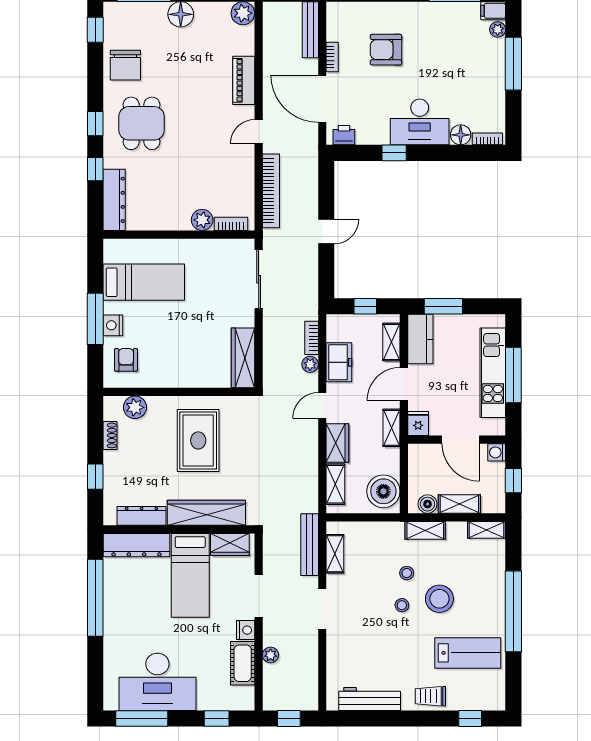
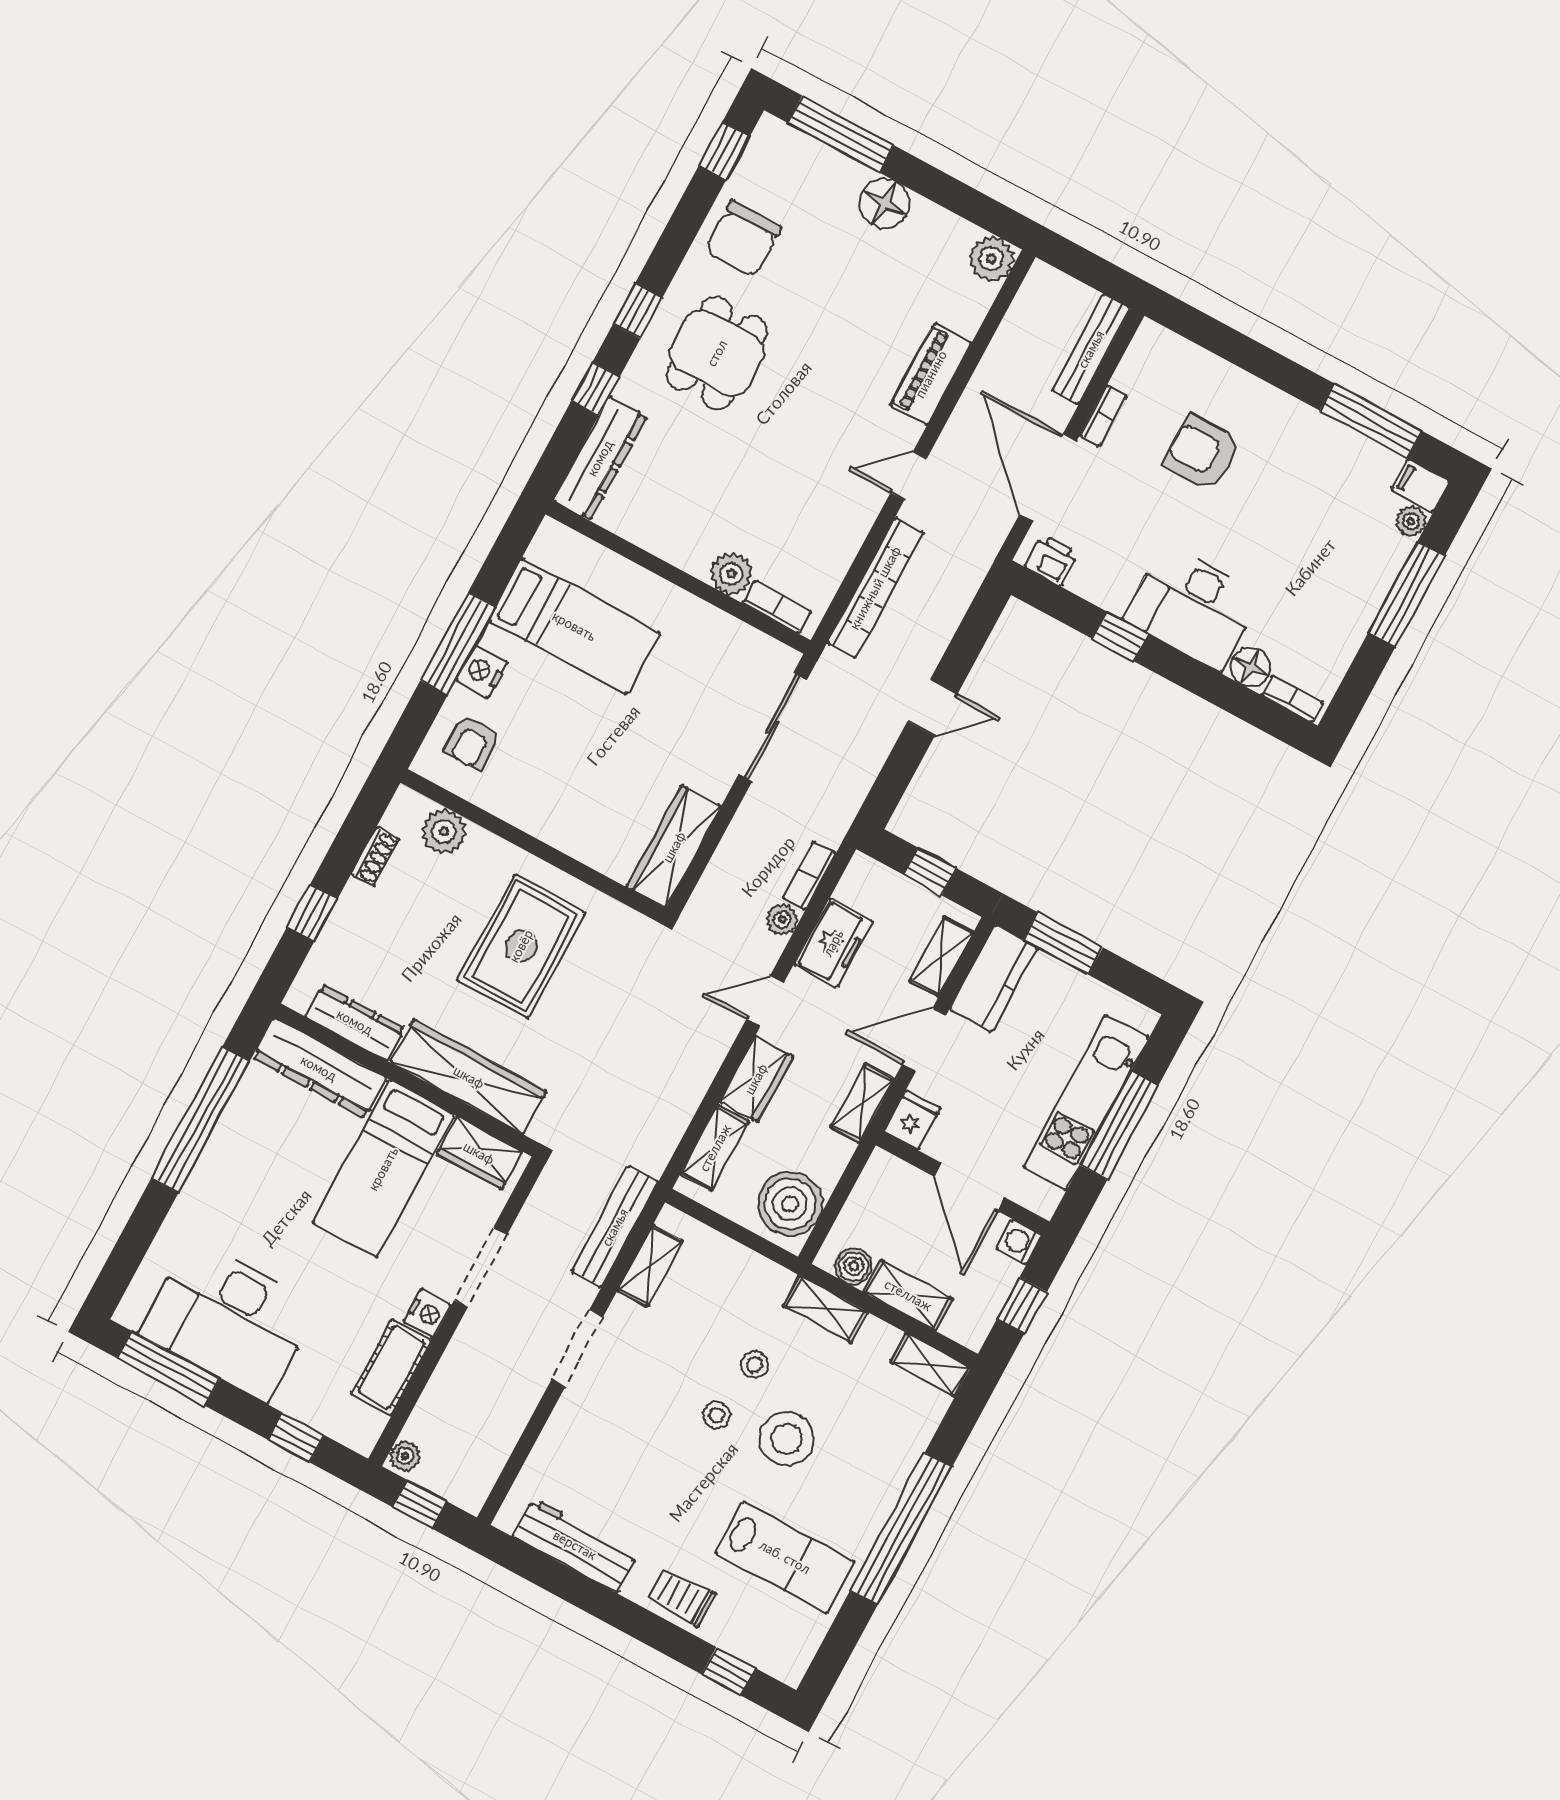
armchair: (126, 360) -> (472, 742), turned 180
plant: (271, 655) -> (405, 1456), moved

